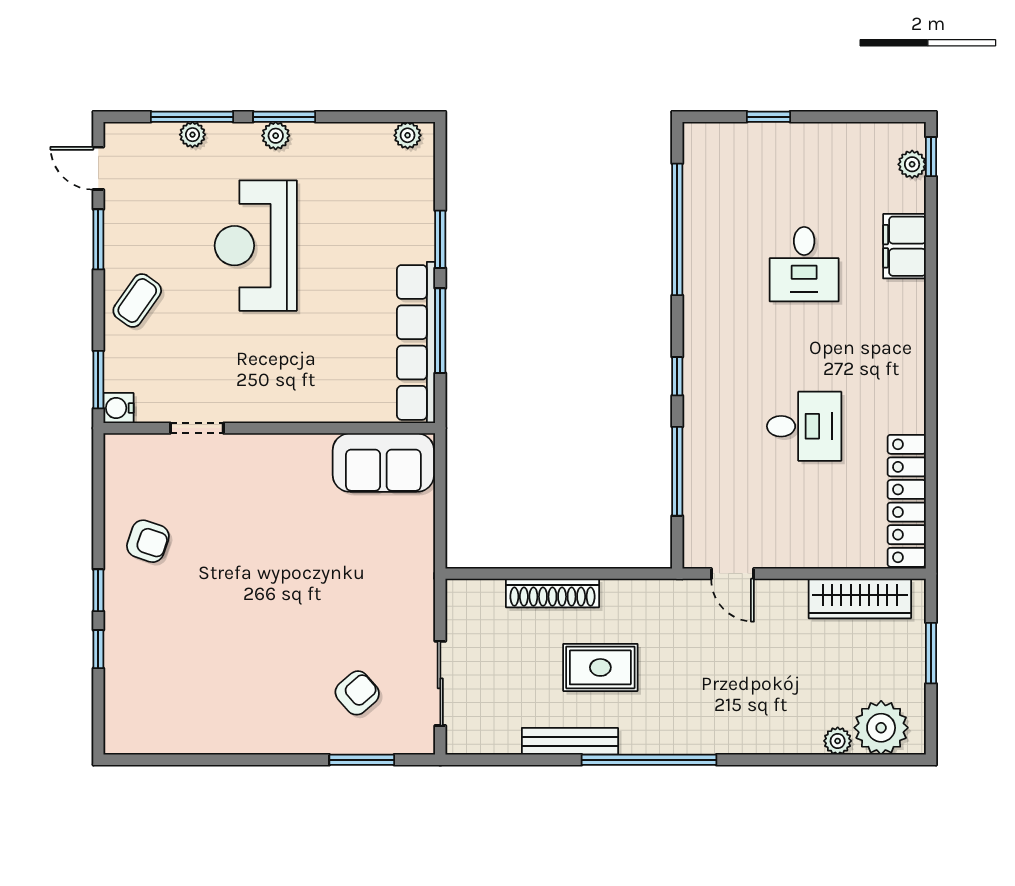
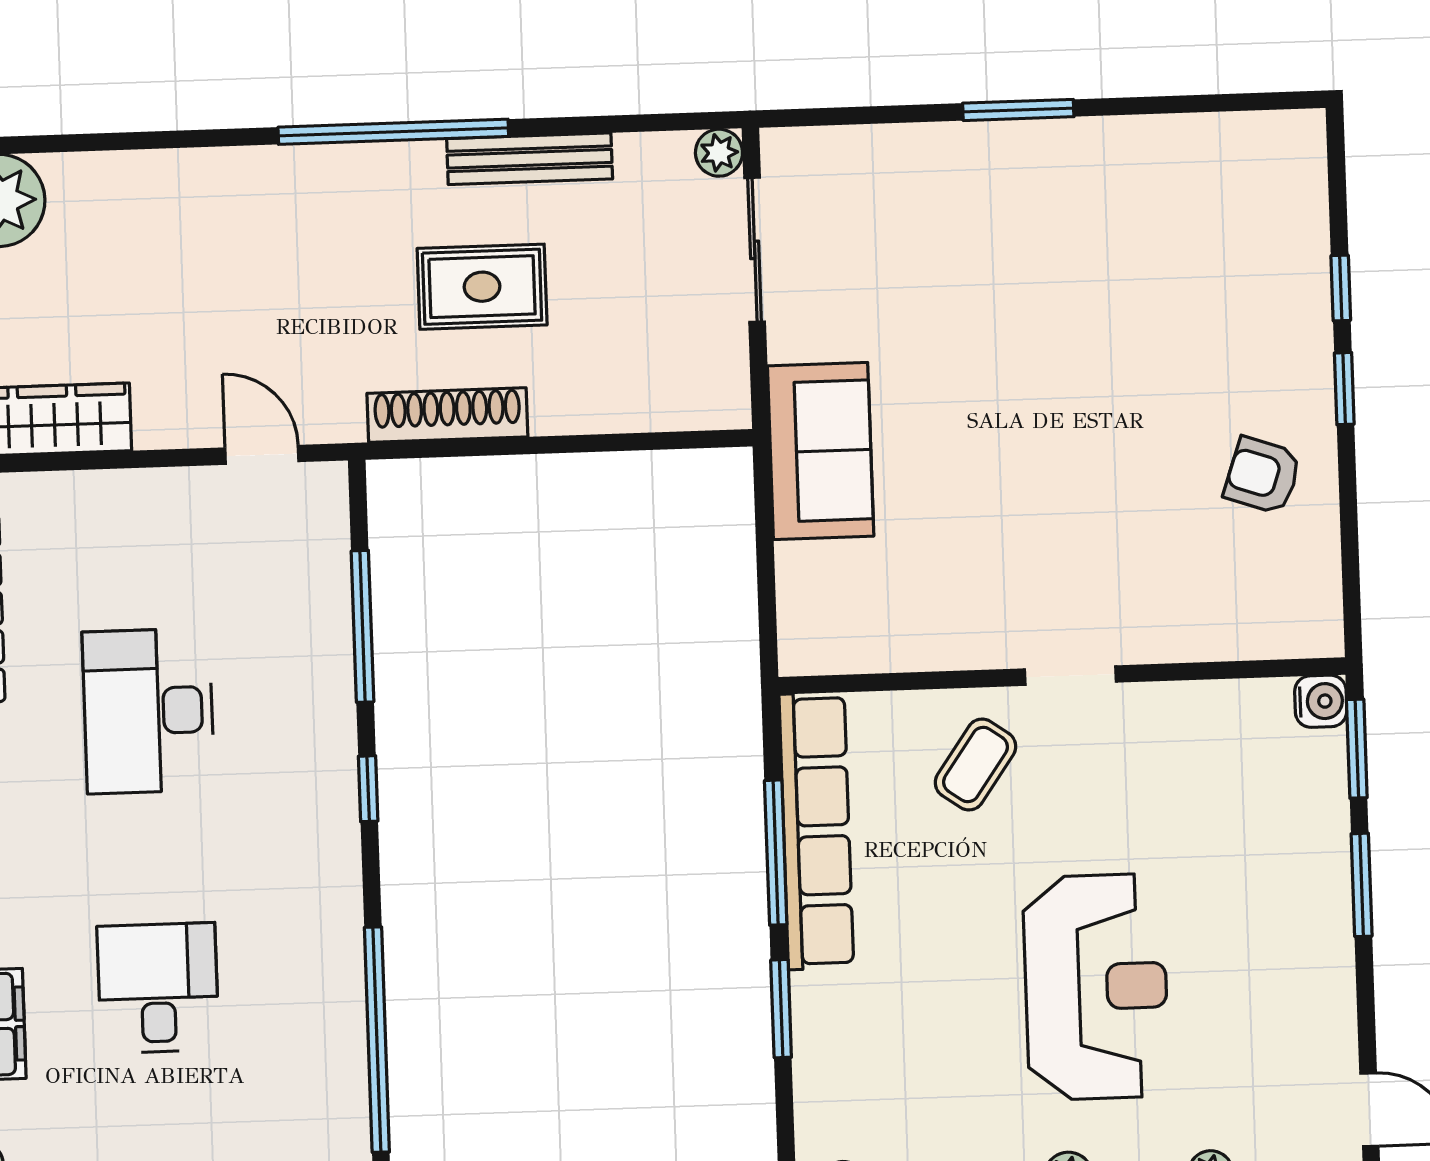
window: (98, 239) -> (1362, 885), moved
coffee table: (137, 300) -> (975, 765), moved
desk: (804, 426) -> (148, 711), width x1.37
doorway: (197, 428) -> (1070, 676), moved
sofa: (383, 463) -> (821, 451), moved, turned 90
shoe rack: (552, 593) -> (447, 415), moved
armchair: (357, 693) -> (896, 229), removed
plant: (838, 741) -> (719, 153), moved
window: (362, 760) -> (1018, 110), moved

